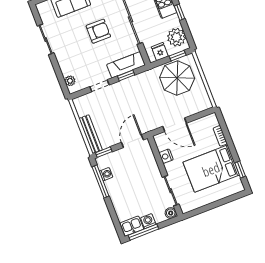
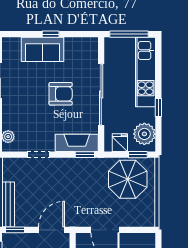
window: (126, 75) -> (85, 155), moved

